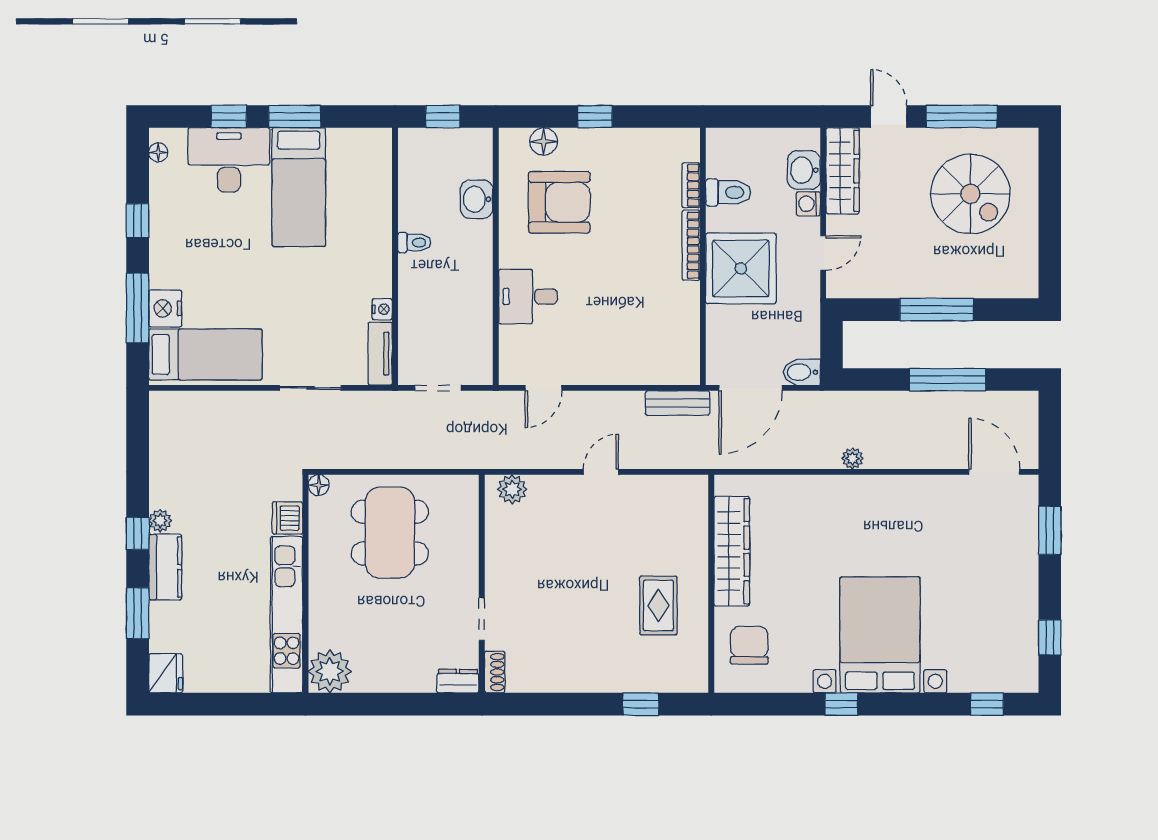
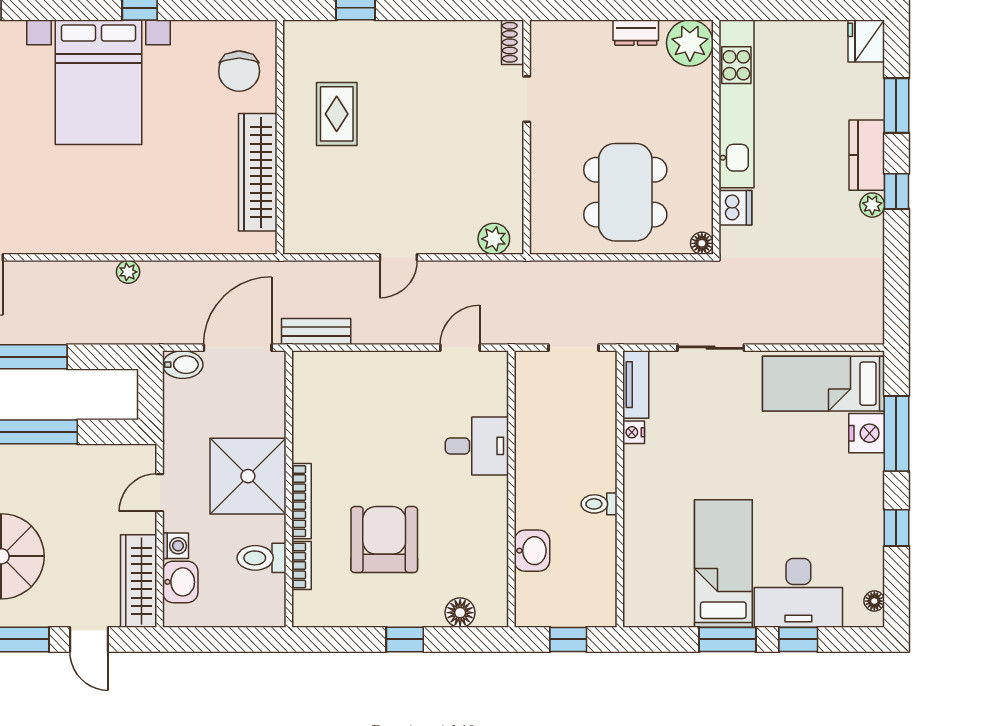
armchair: (559, 202) -> (384, 540), moved, turned 90
dresser: (458, 681) -> (636, 33), moved

